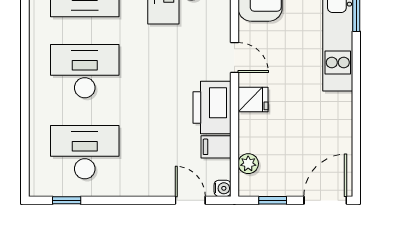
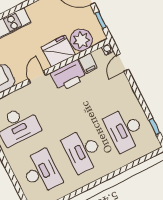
fridge: (253, 100) -> (58, 51), width x1.88, depth x1.34
plant: (248, 164) -> (81, 40), width x1.87, depth x1.87

